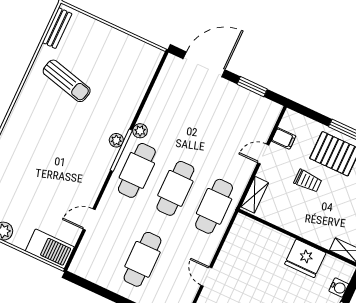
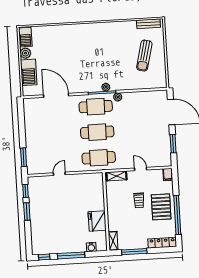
sun lounger: (67, 81) -> (144, 56), moved
filing cabinet: (284, 138) -> (168, 175), moved
door: (89, 219) -> (56, 95), width x1.88
barbecue: (50, 249) -> (29, 72), moved
cafe table: (142, 259) -> (50, 135), removed

